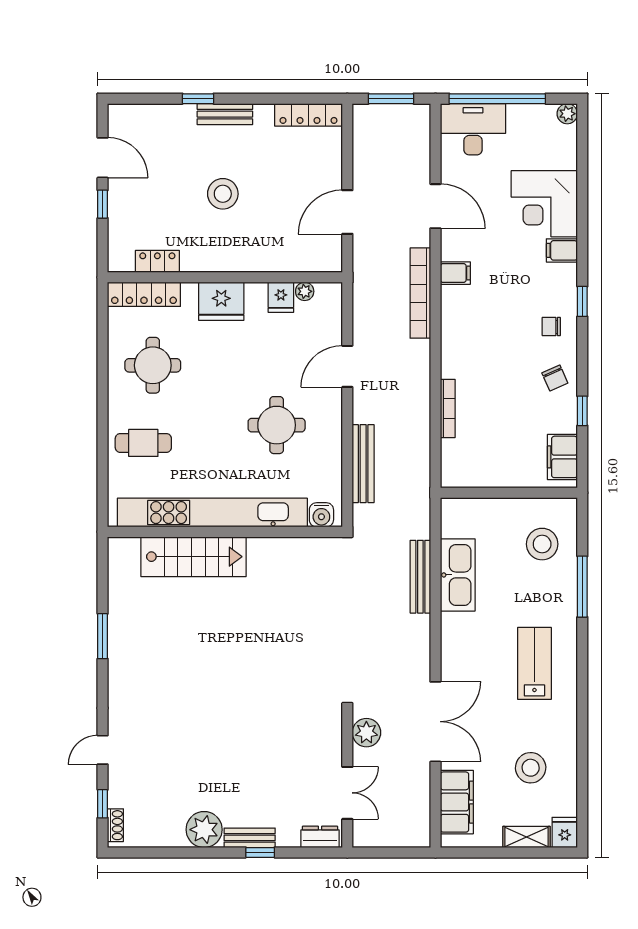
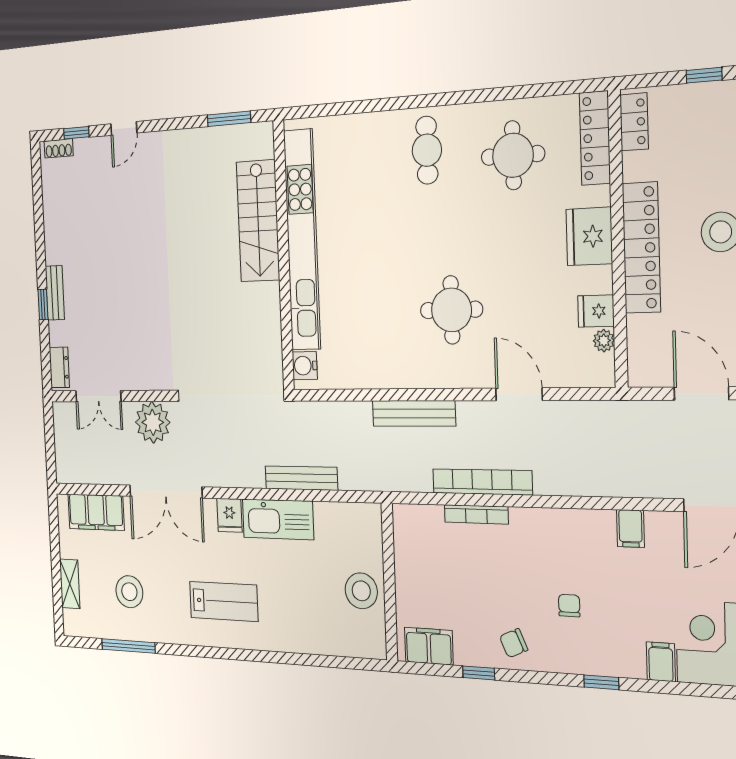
locker: (232, 258) -> (641, 248), added
locker: (157, 261) -> (634, 122), moved
bookcase: (420, 293) -> (482, 482), moved
chair: (551, 327) -> (569, 606), moved
kitchen unit: (212, 513) -> (302, 240), moved
water cooler: (321, 515) -> (305, 366), moved
wall: (225, 532) -> (284, 256), moved
stool: (542, 544) -> (361, 591), moved
stairs: (194, 557) -> (258, 221), moved
kitchen sink: (458, 575) -> (278, 519), moved
window: (582, 587) -> (128, 646), moved
plant: (366, 733) -> (153, 422), width x1.36, depth x1.36
door: (103, 750) -> (124, 128), swing flipped
plant: (204, 830) -> (60, 244), removed
fridge: (565, 832) -> (229, 515), moved, turned 90

